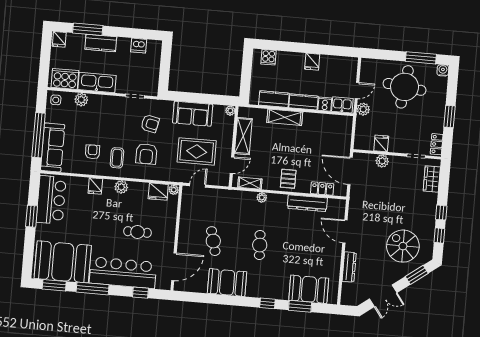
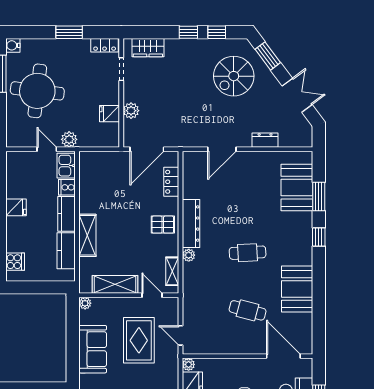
dresser: (307, 203) -> (191, 224), moved
cafe table: (213, 241) -> (248, 310), turned 30
dresser: (349, 267) -> (265, 140), width x0.70

